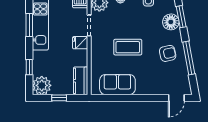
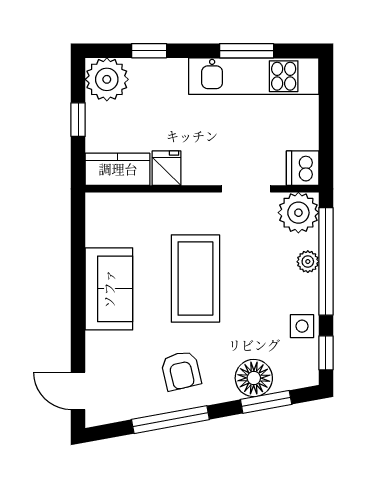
fridge: (80, 43) -> (167, 168), moved
coffee table: (128, 47) -> (195, 278), width x1.36, depth x1.32
sofa: (117, 85) -> (109, 289), moved

